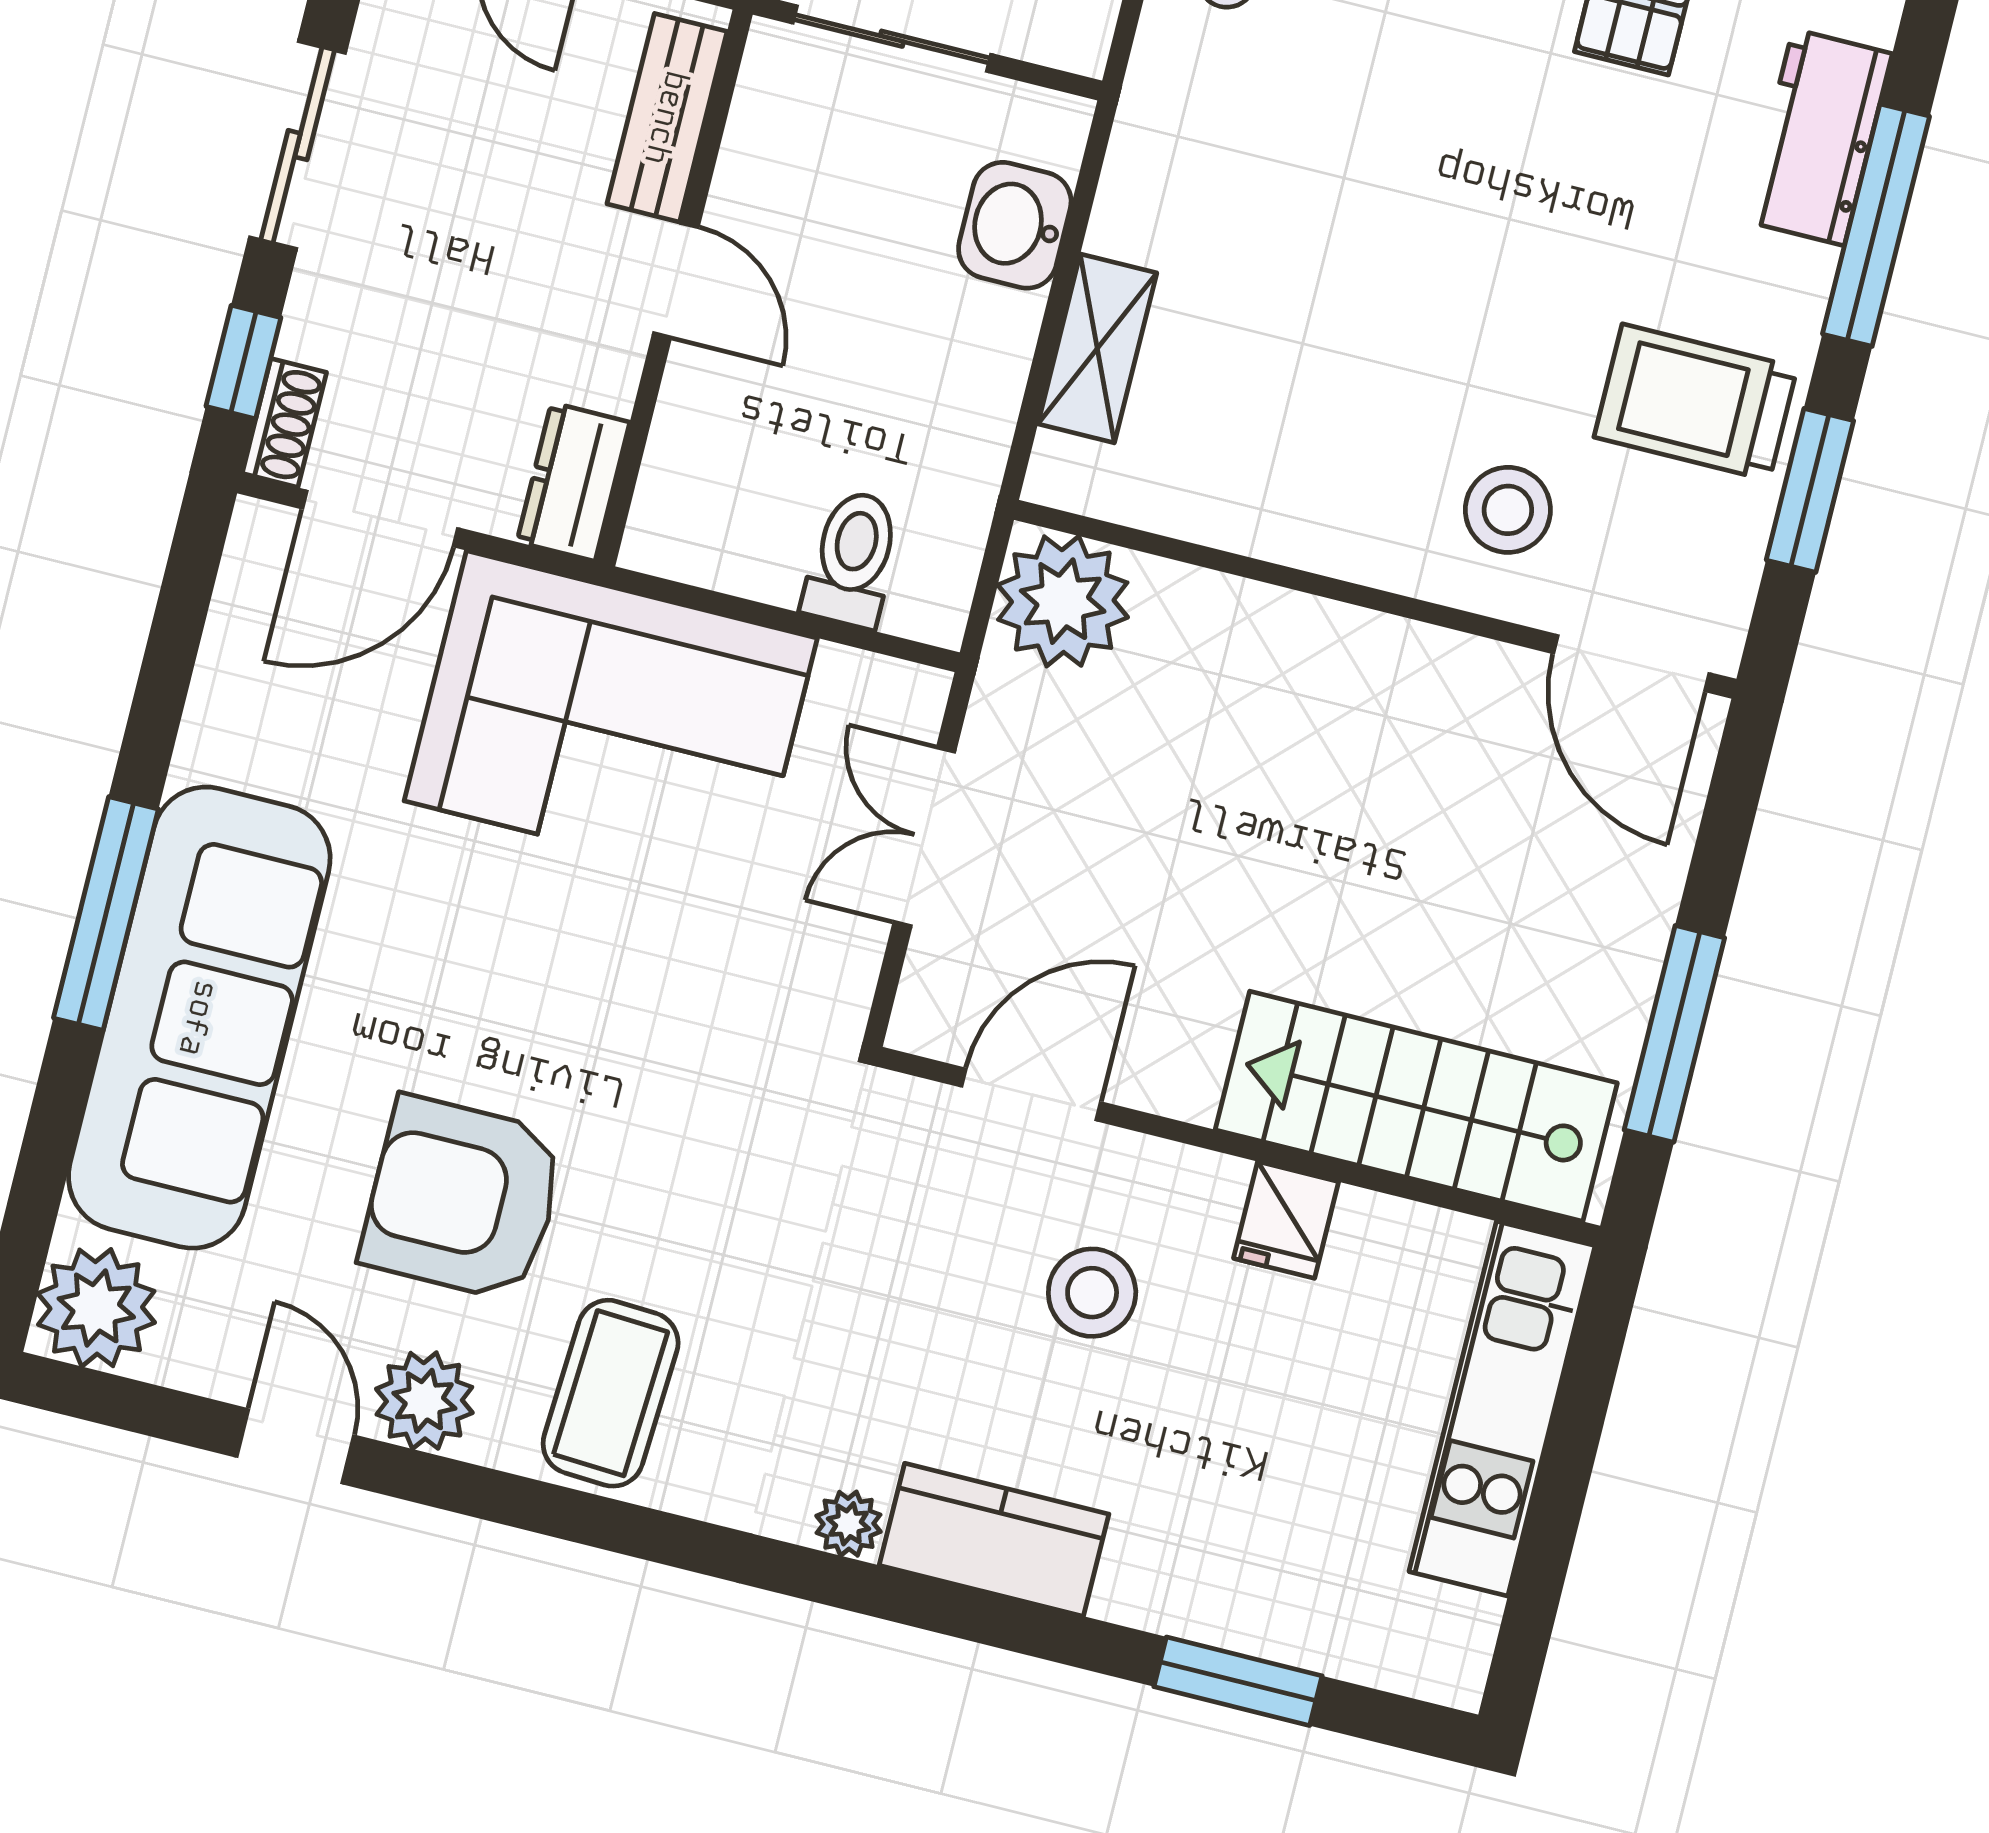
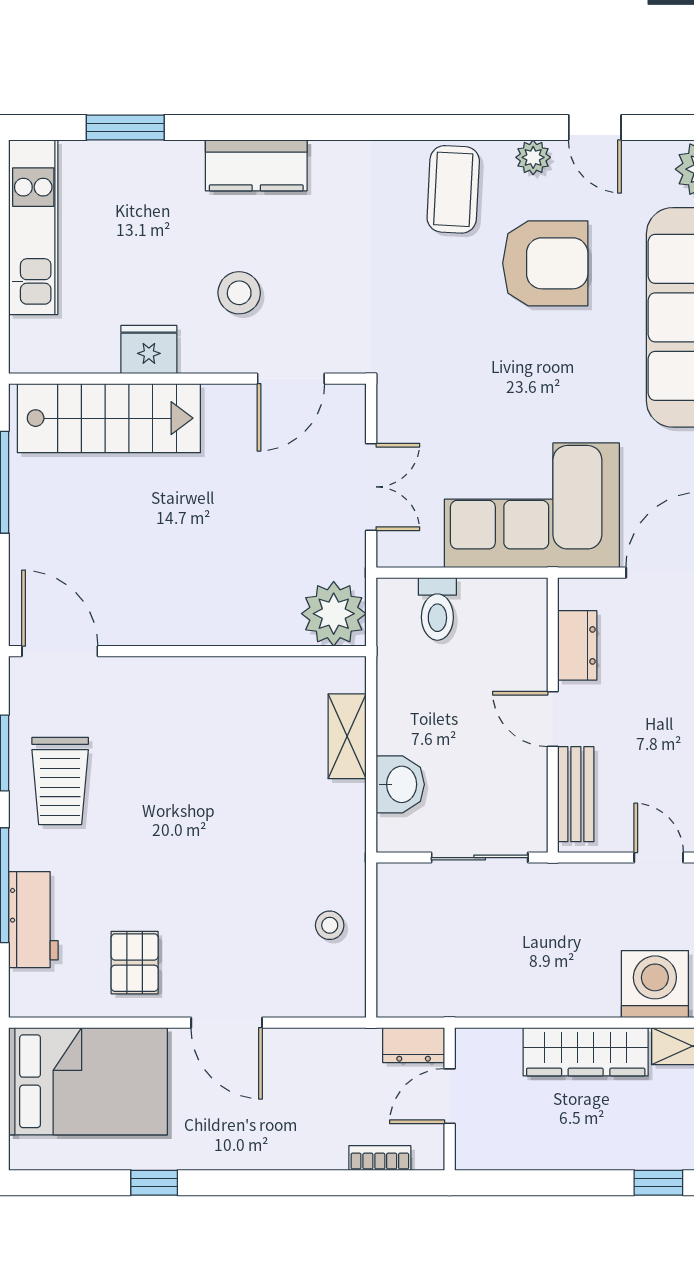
trolley: (1696, 402) -> (60, 781), turned 90
dresser: (573, 482) -> (577, 645), moved
stool: (1508, 510) -> (136, 709), removed
fridge: (1286, 1220) -> (149, 350), width x1.38
plant: (424, 1401) -> (533, 157), width x0.73, depth x0.73
kitchen unit: (1502, 1409) -> (33, 227), moved
plant: (849, 1524) -> (326, 156), removed

